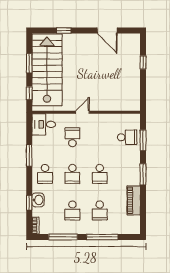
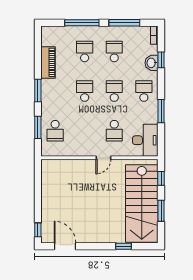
door: (107, 30) -> (65, 246), moved
window: (143, 62) -> (38, 230), moved
desk: (44, 124) -> (145, 140), width x1.37
school desk: (127, 137) -> (55, 131), turned -90

